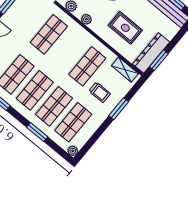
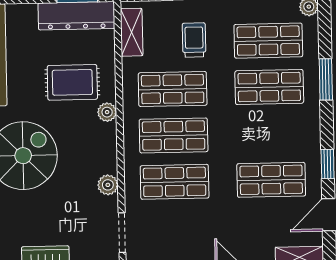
plant: (86, 19) -> (107, 112), moved
rug: (125, 28) -> (72, 82), turned 90
shop shelf: (35, 90) -> (174, 135), moved

